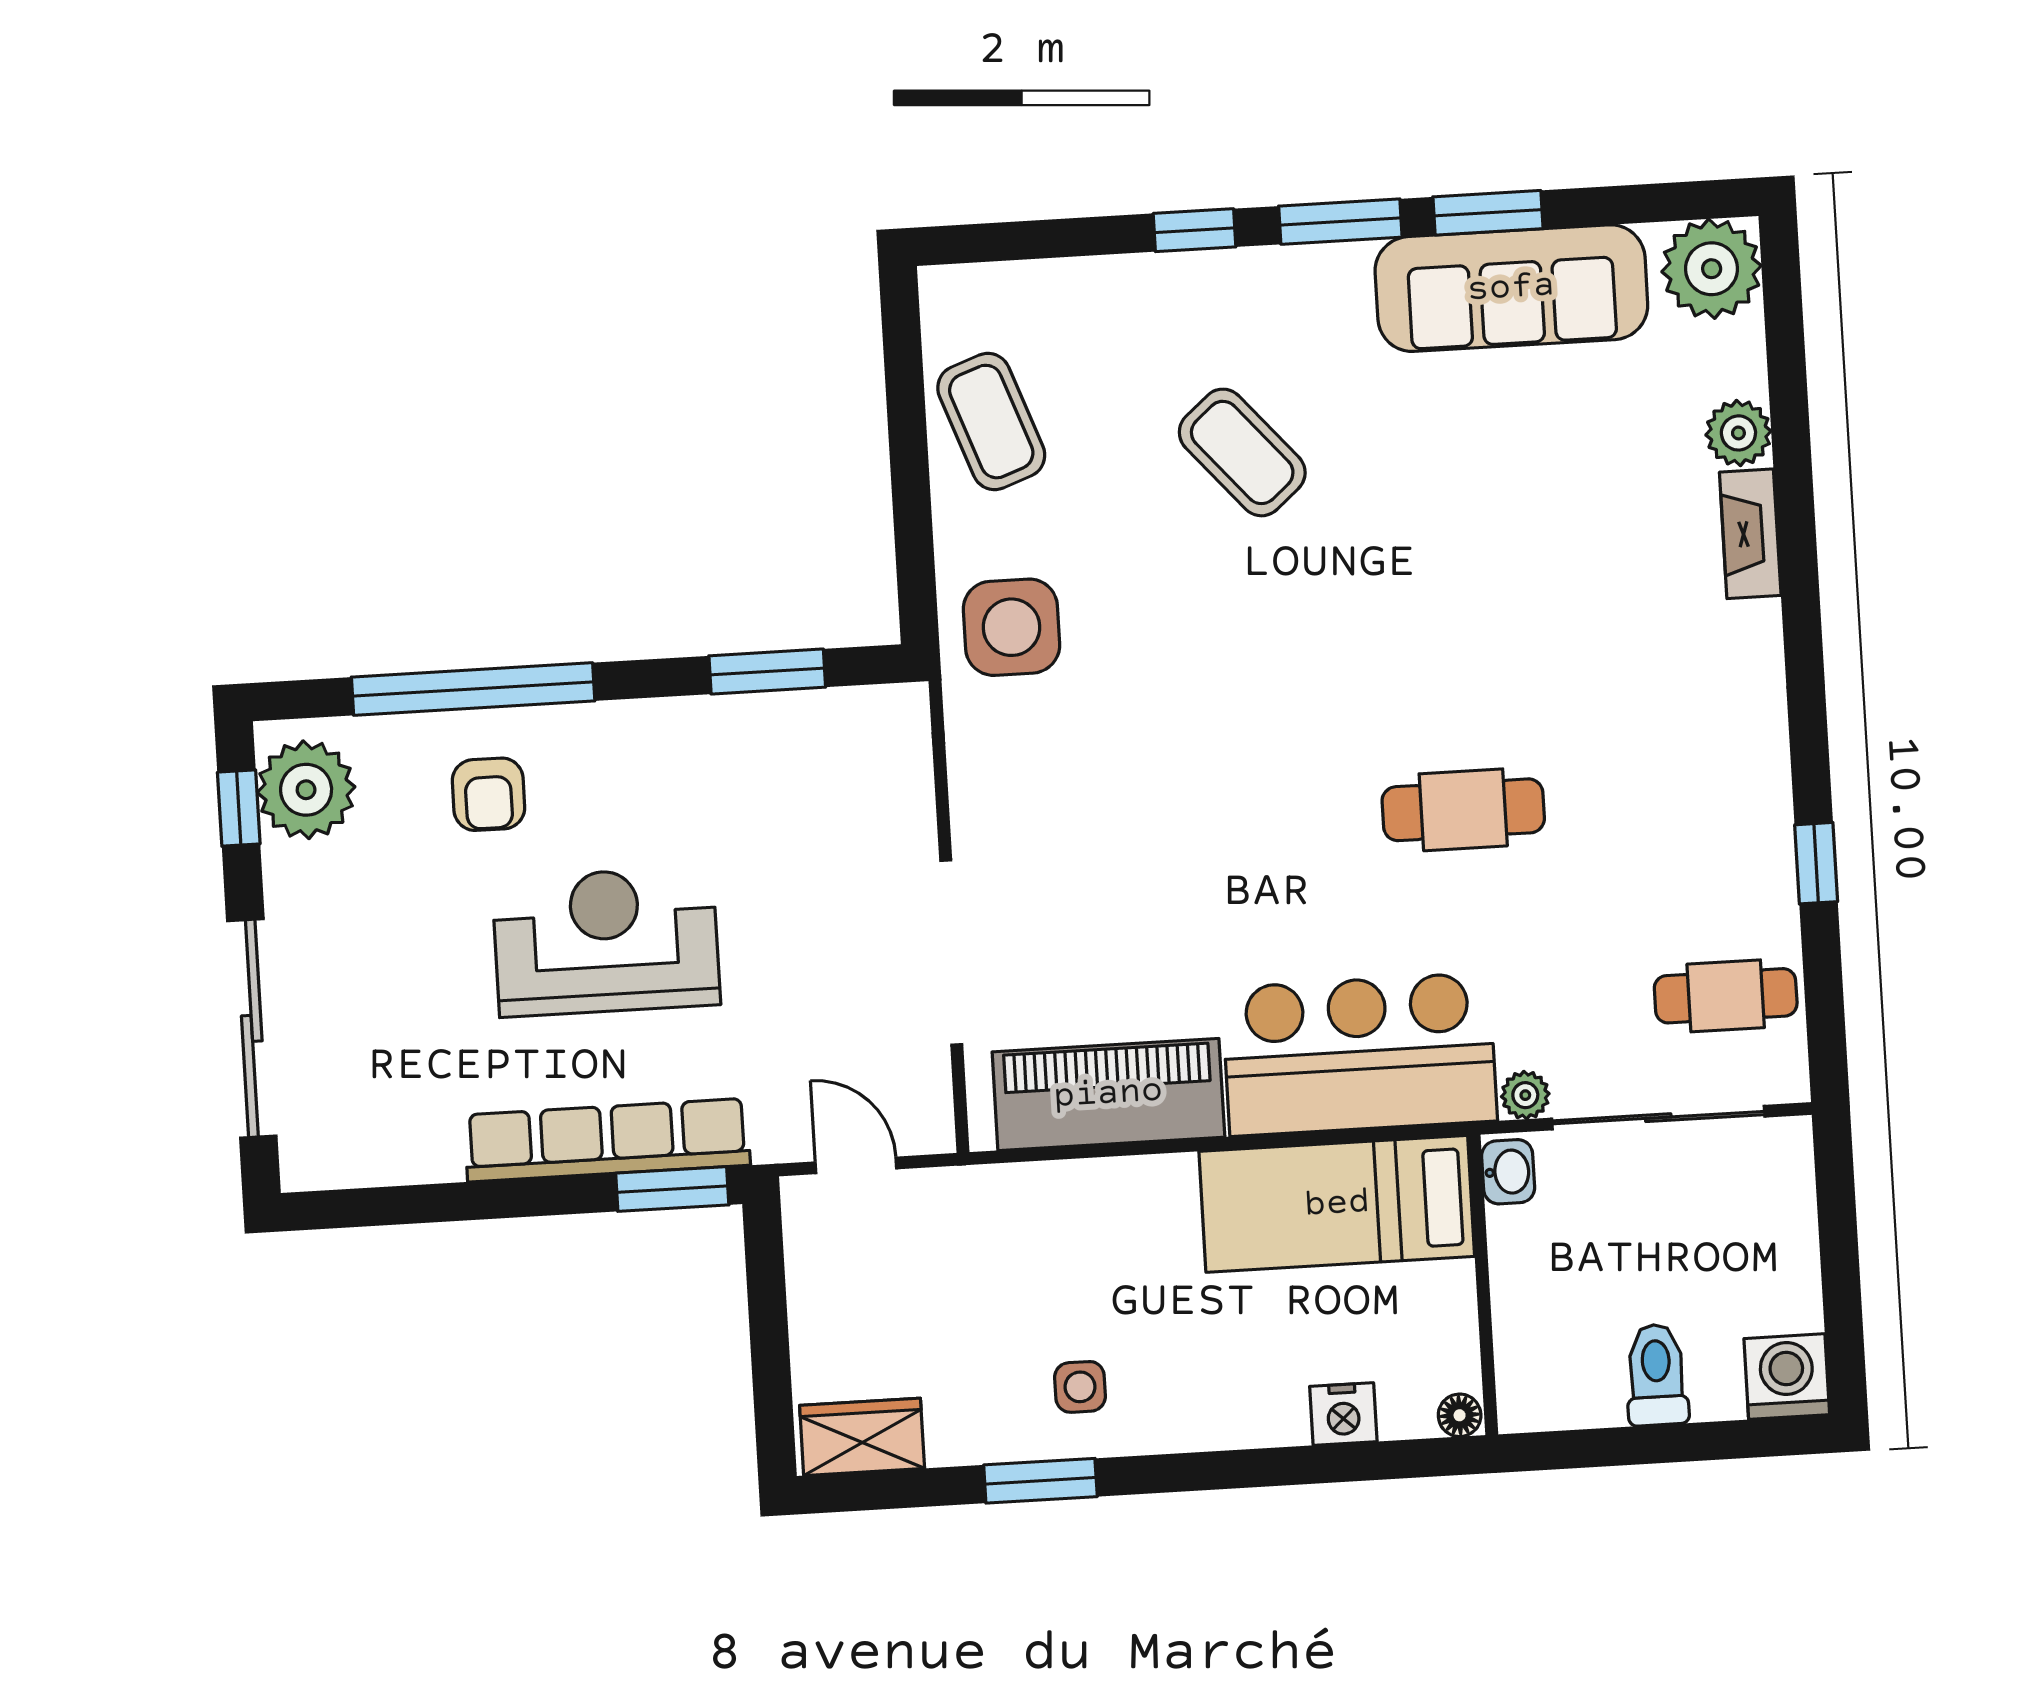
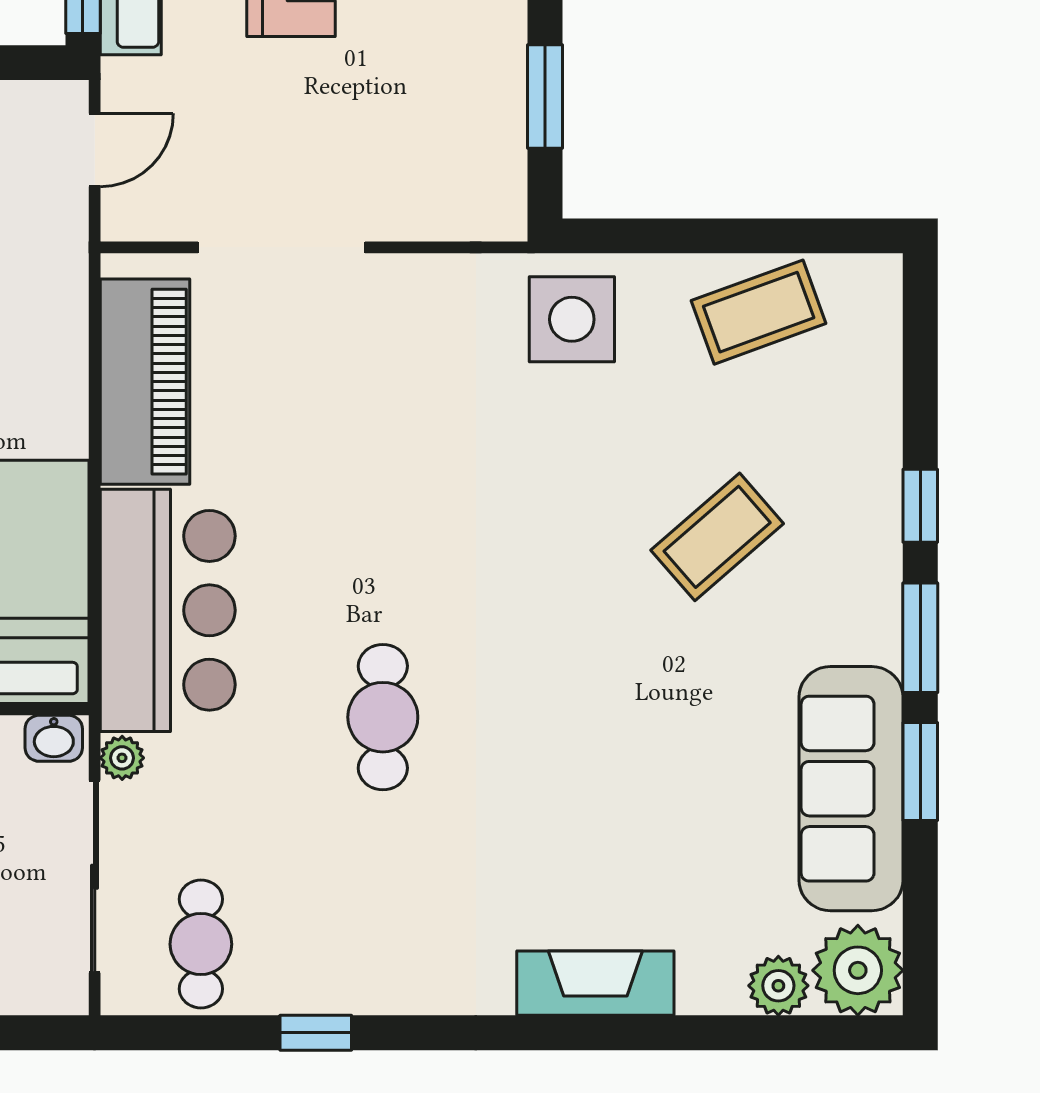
plant: (1738, 433) -> (778, 986), moved
fireplace: (1750, 534) -> (595, 983), width x1.37, depth x1.32

